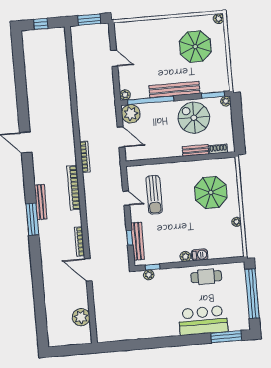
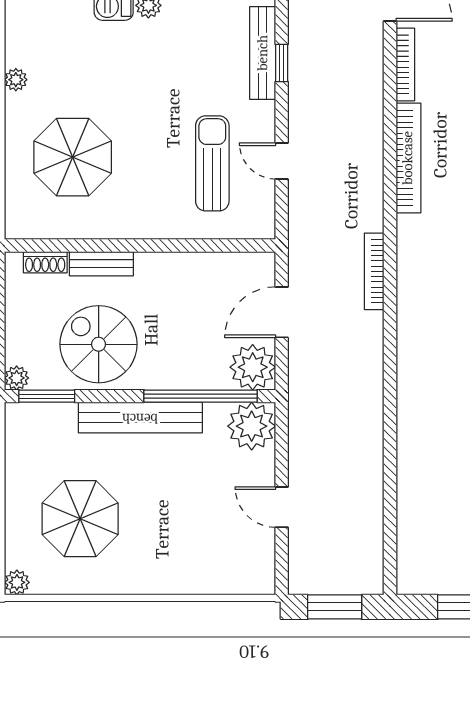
plant: (125, 95) -> (252, 426), width x1.88, depth x1.88
spiral stairs: (194, 118) -> (99, 344), turned 180
door: (121, 137) -> (282, 312), hinge flipped
bookcase: (74, 188) -> (408, 158), moved

